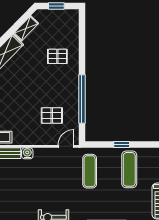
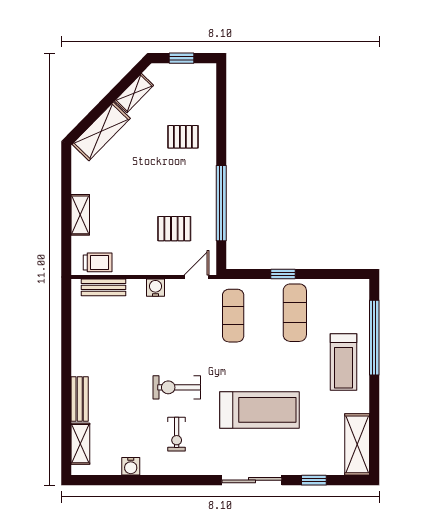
water cooler: (27, 153) -> (155, 288), moved

